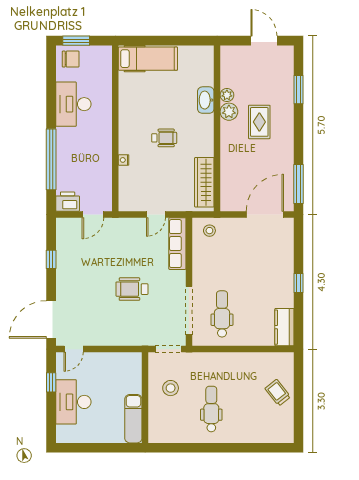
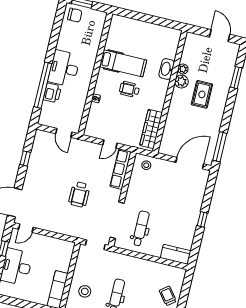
hospital bed: (148, 59) -> (123, 63), moved
desk: (73, 104) -> (64, 68), moved
wheelchair: (164, 138) -> (129, 89), turned 180
printer: (68, 202) -> (52, 93), moved, turned 90
door: (93, 214) -> (64, 133), hinge flipped
wheelchair: (132, 289) -> (79, 194), turned -90
kitchen counter: (284, 327) -> (176, 254), moved, turned 90
stool: (171, 388) -> (85, 291), moved

